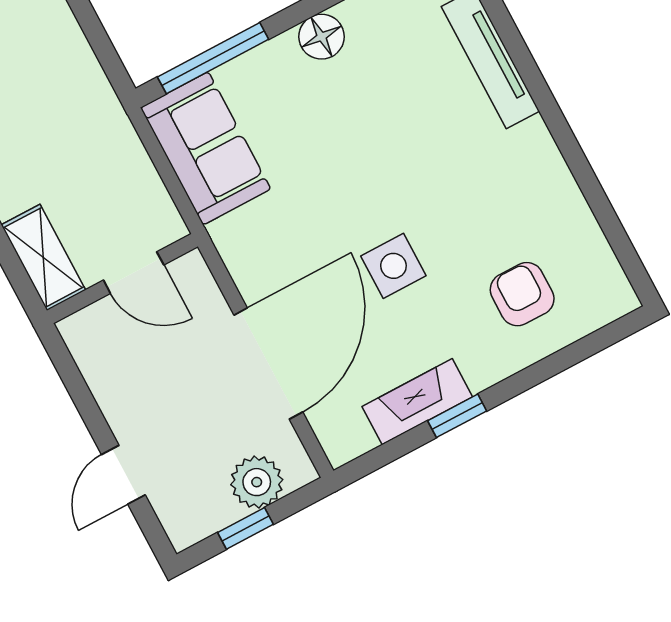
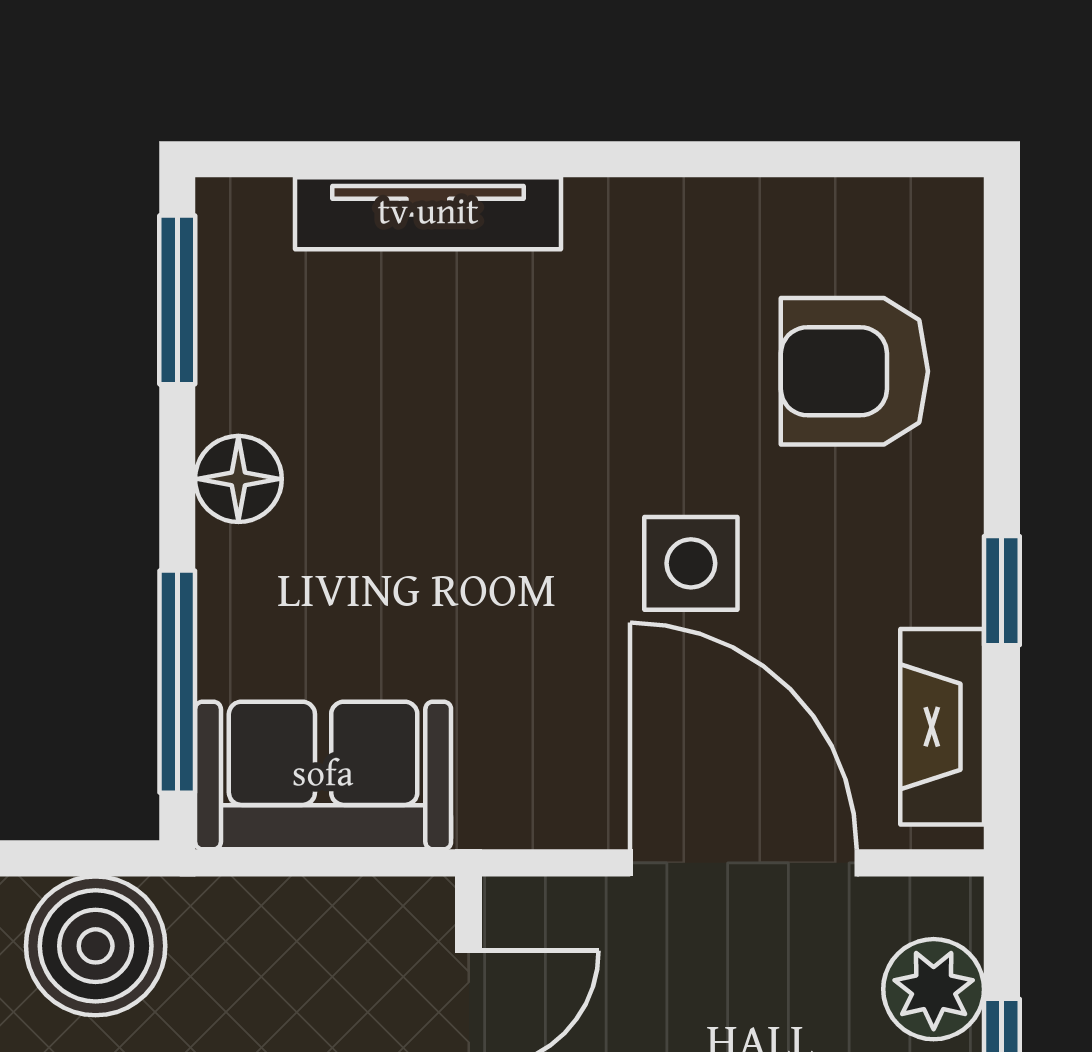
boiler: (71, 85) -> (96, 946), added
armchair: (522, 294) -> (854, 371), width x1.38, depth x1.38
fireplace: (417, 402) -> (942, 727), moved

